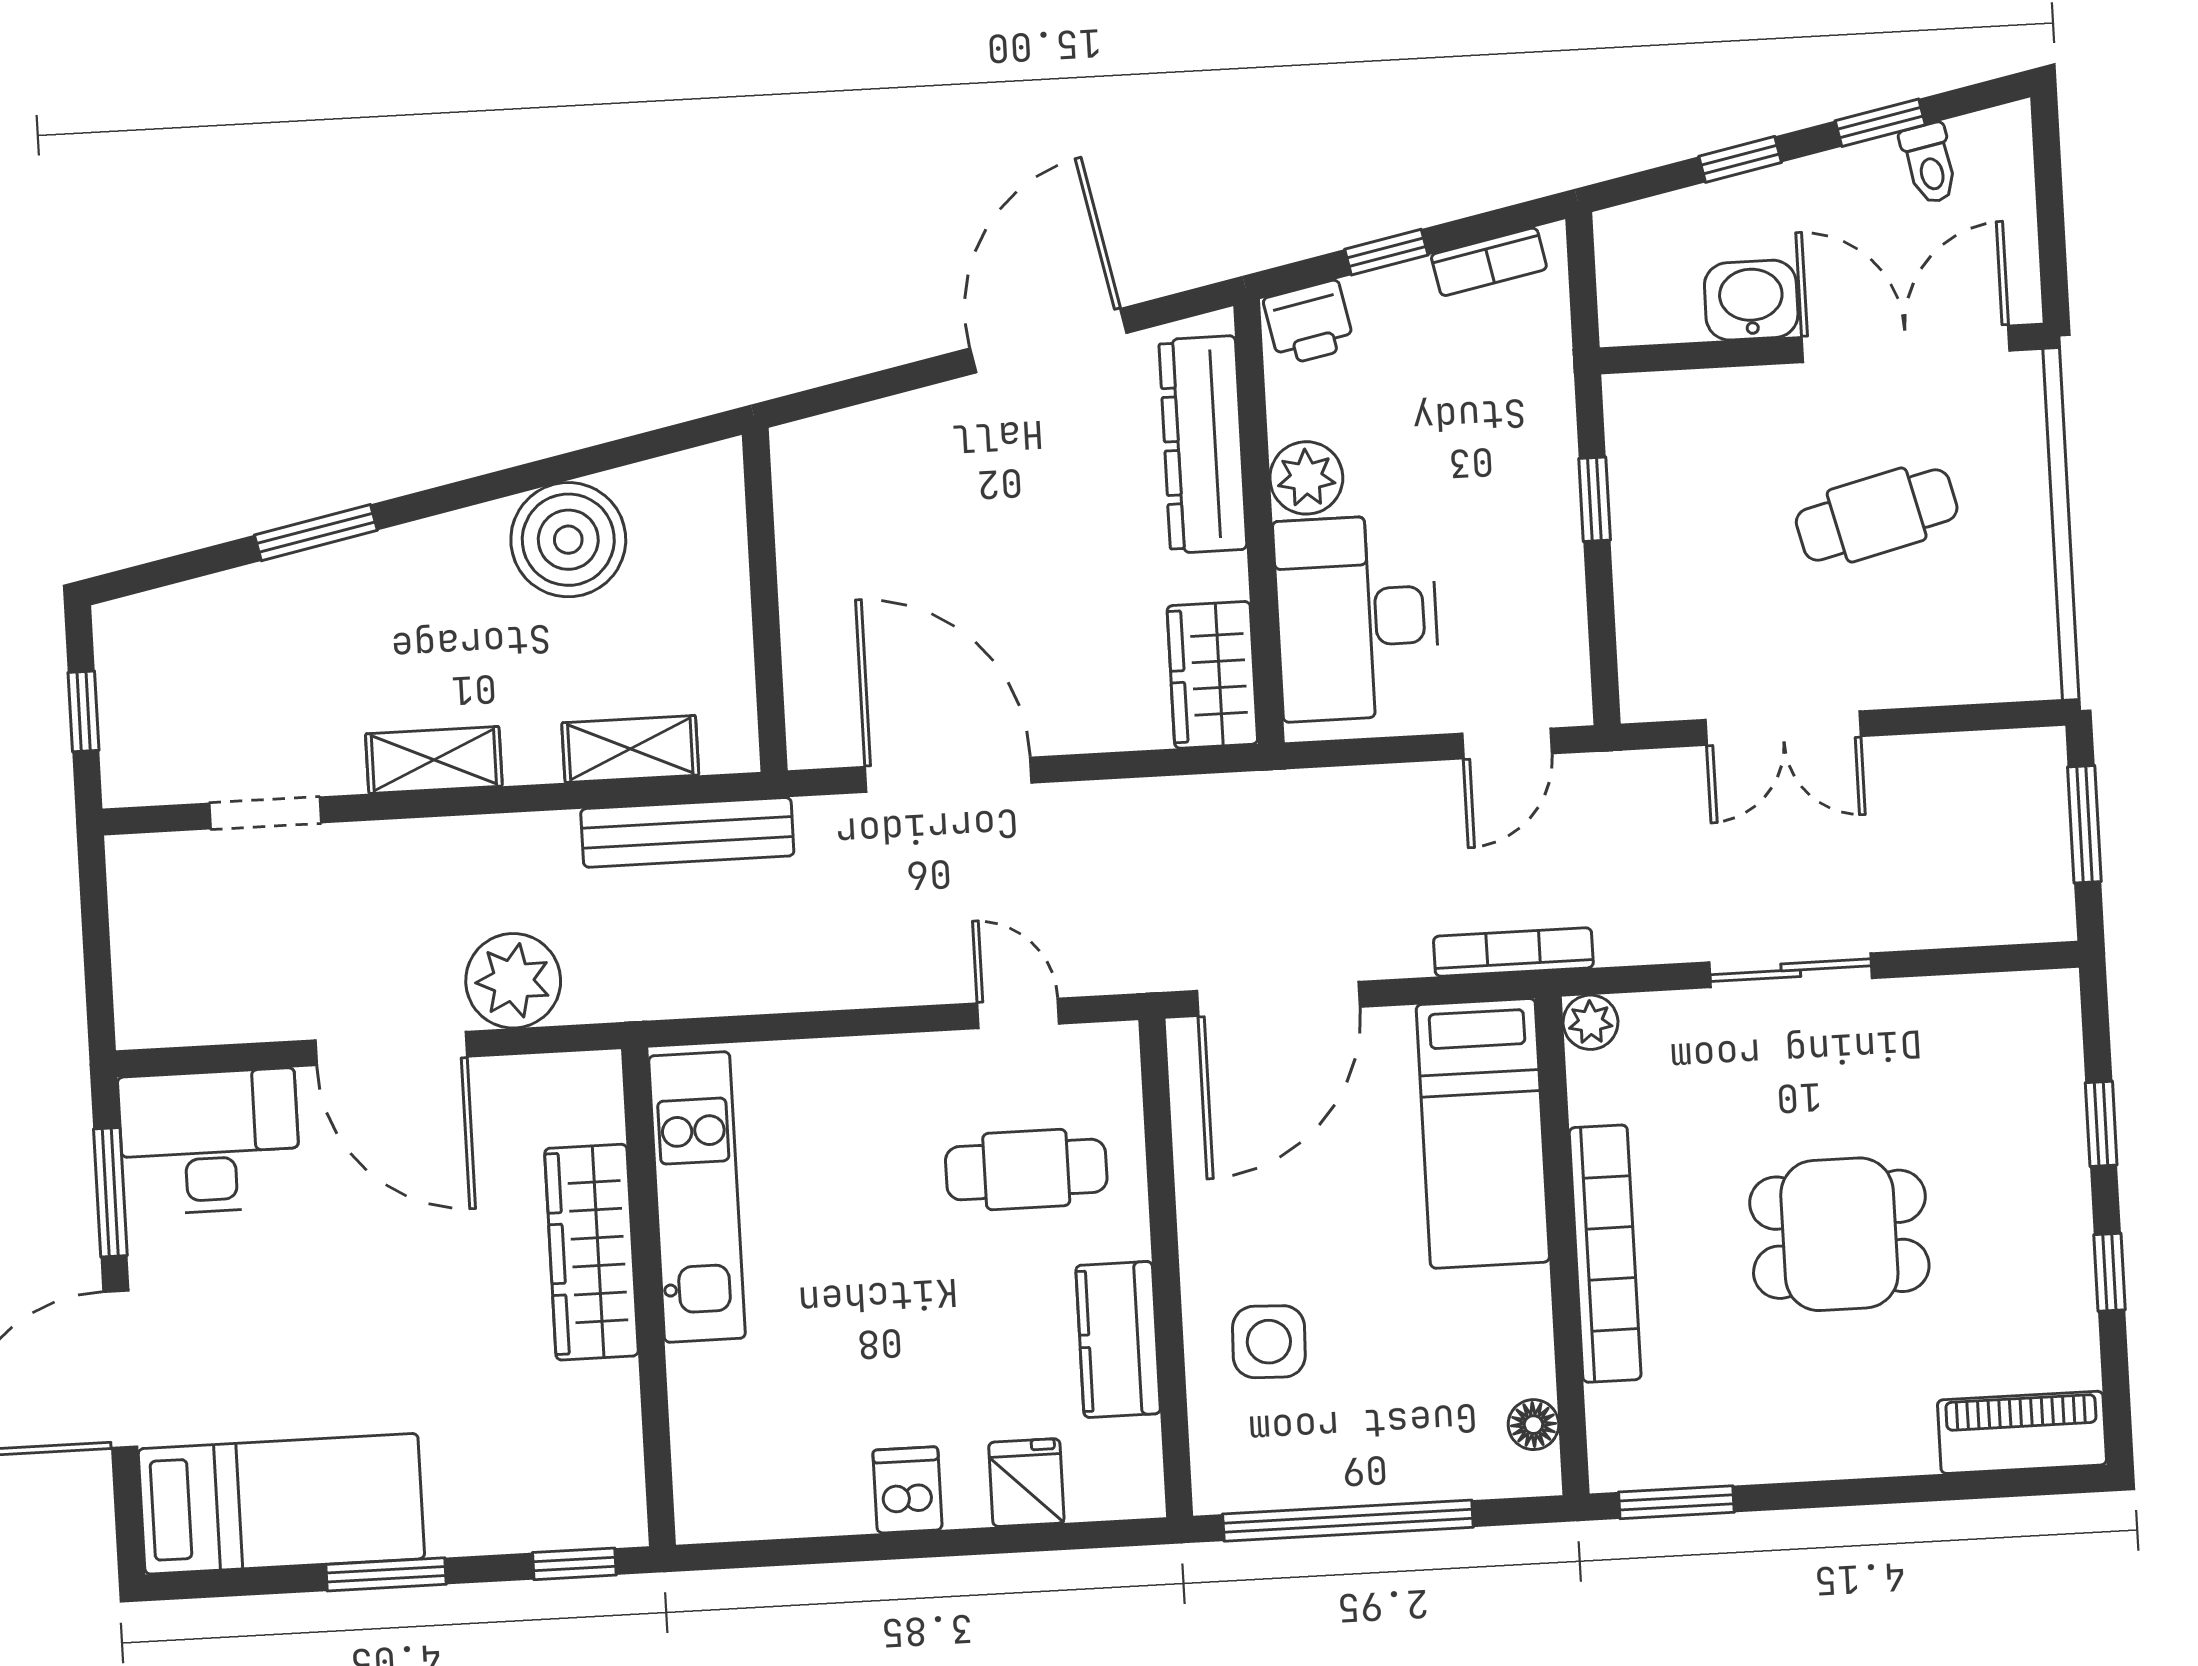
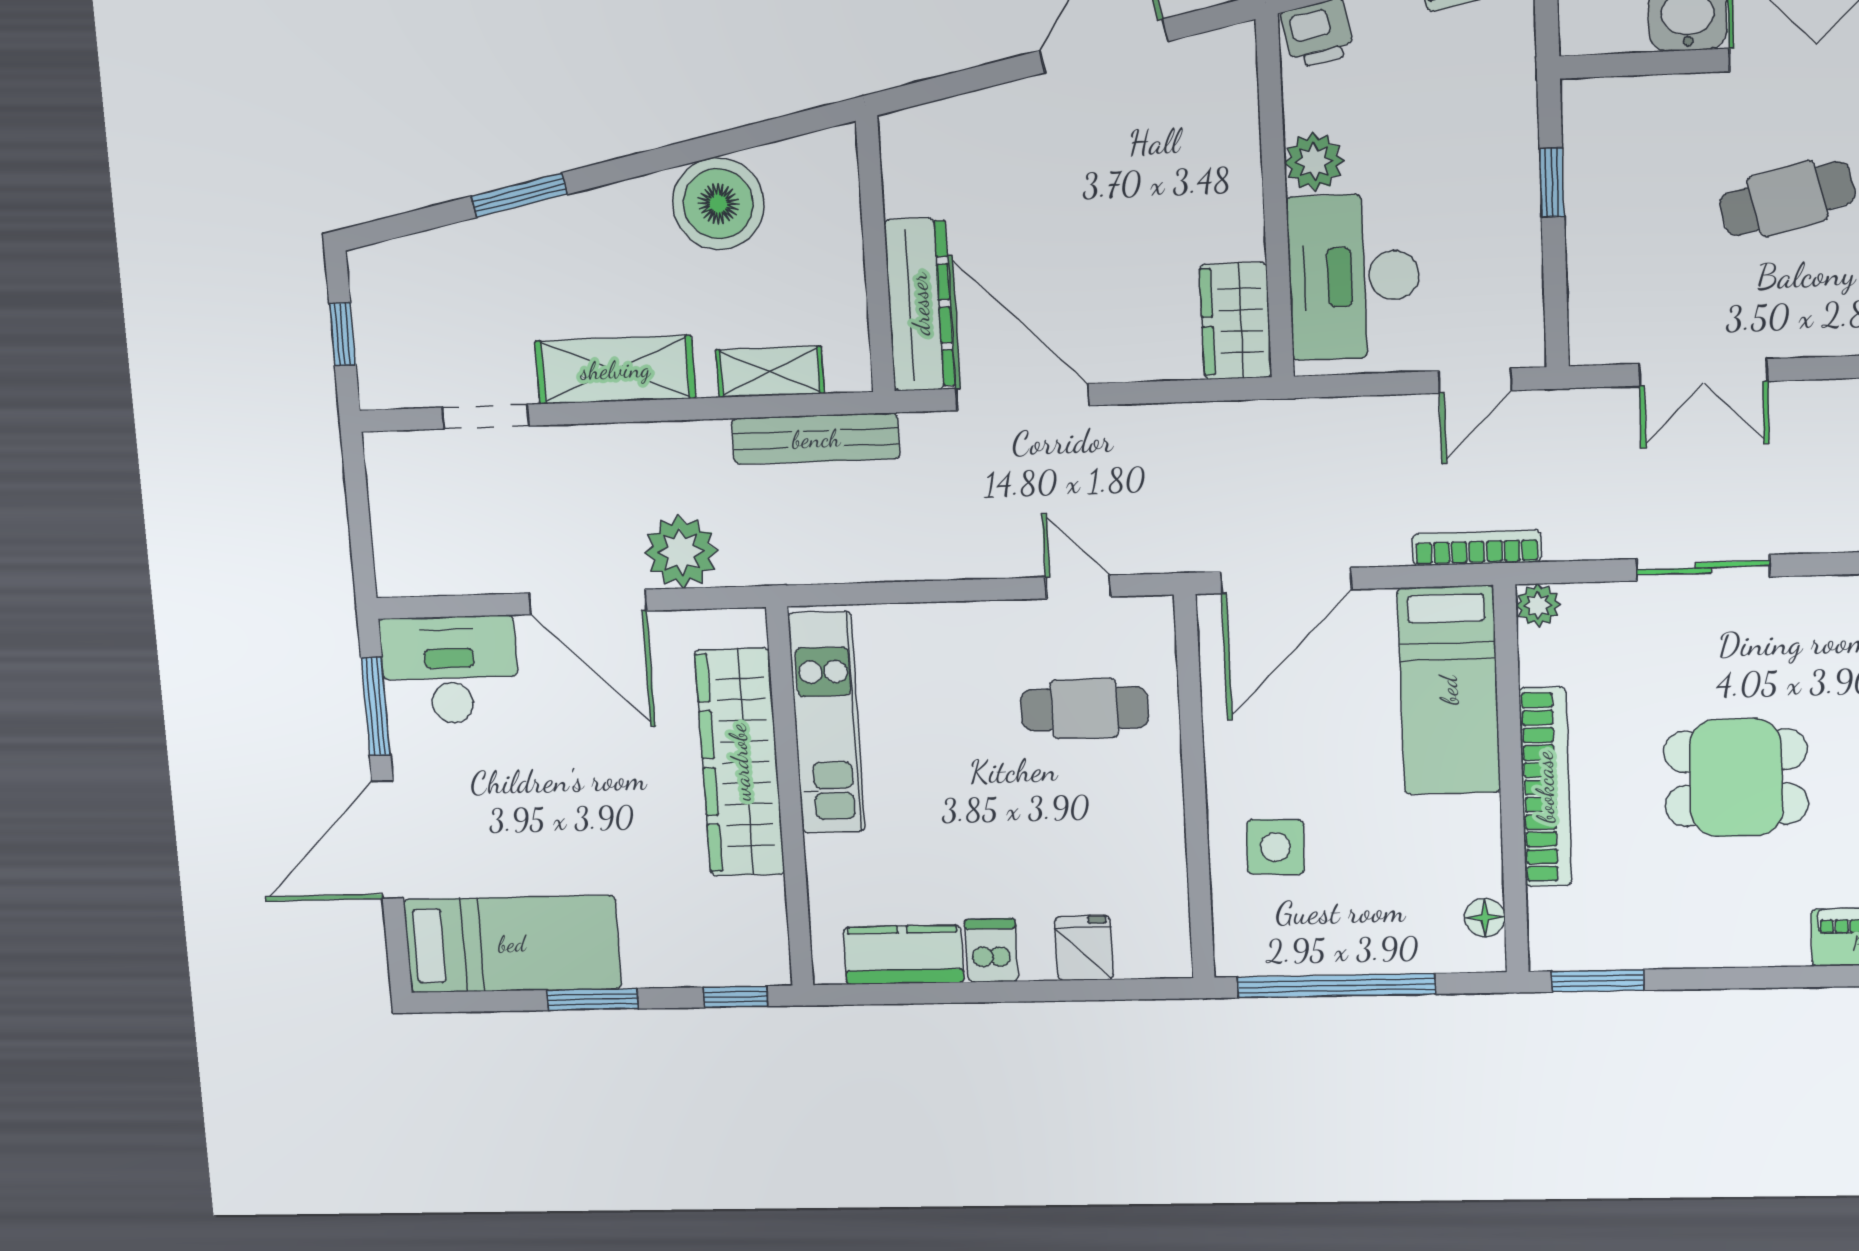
dresser: (1203, 444) -> (920, 304), moved, turned 180
shelving: (434, 760) -> (615, 370), width x1.50, depth x1.33
wardrobe: (591, 1252) -> (740, 762), width x1.40, depth x1.17
kitchen counter: (1118, 1339) -> (904, 955), moved, turned 90

